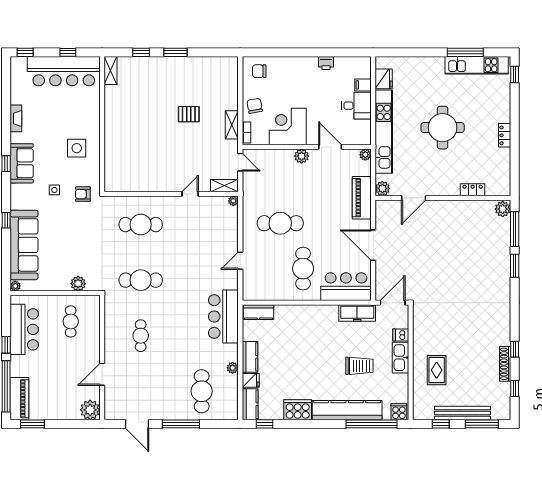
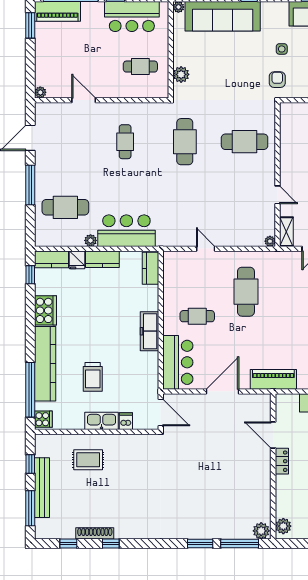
plant: (382, 188) -> (283, 526), moved
locker: (473, 190) -> (282, 461), moved
cafe table: (141, 225) -> (245, 142), turned 90
cafe table: (303, 269) -> (197, 316), width x0.73, depth x0.74
freezer: (357, 313) -> (149, 331), moved
bar counter: (223, 317) -> (126, 231), moved
cafe table: (141, 336) -> (125, 142), turned 90
plant: (90, 410) -> (40, 92), width x0.53, depth x0.53

